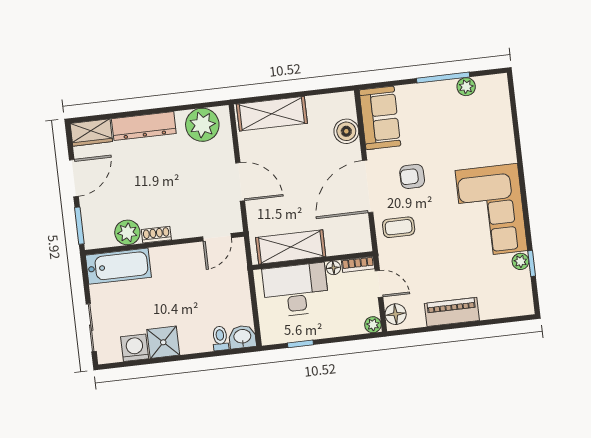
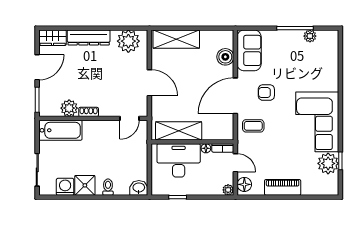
plant: (520, 261) -> (328, 163), width x1.88, depth x1.88
toilet: (220, 338) -> (108, 187), moved

